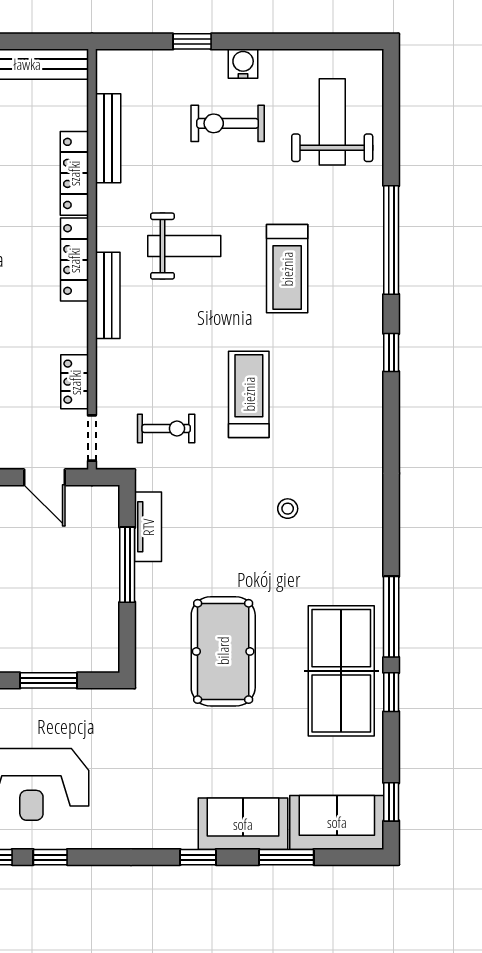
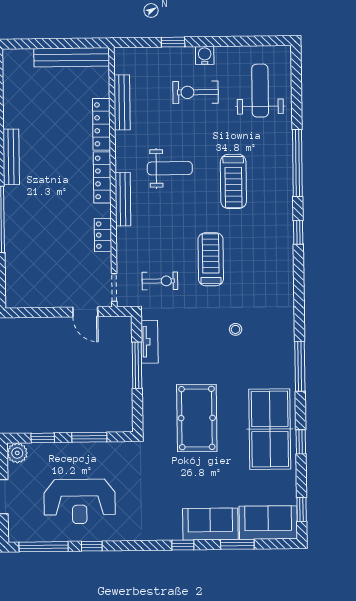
locker: (75, 382) -> (103, 235), moved
window: (391, 617) -> (300, 366), moved

